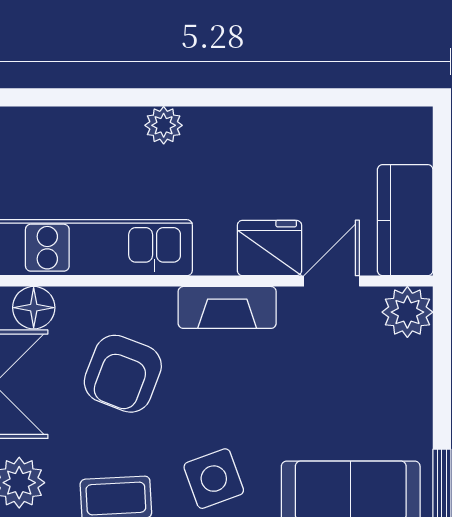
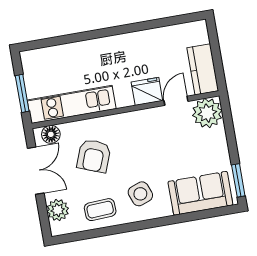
plant: (164, 125) -> (93, 47), removed
fireplace: (227, 307) -> (133, 120), removed
plant: (407, 312) -> (207, 113), width x1.36, depth x1.36

